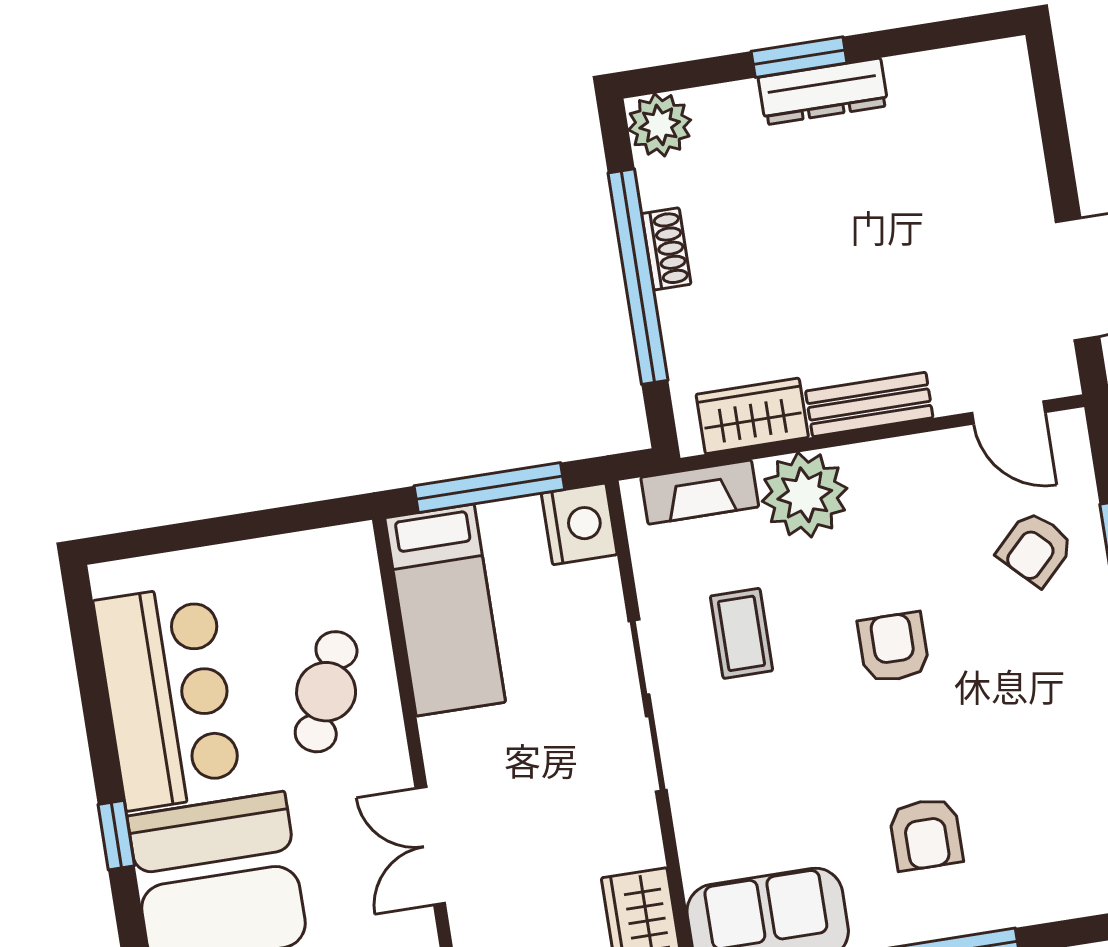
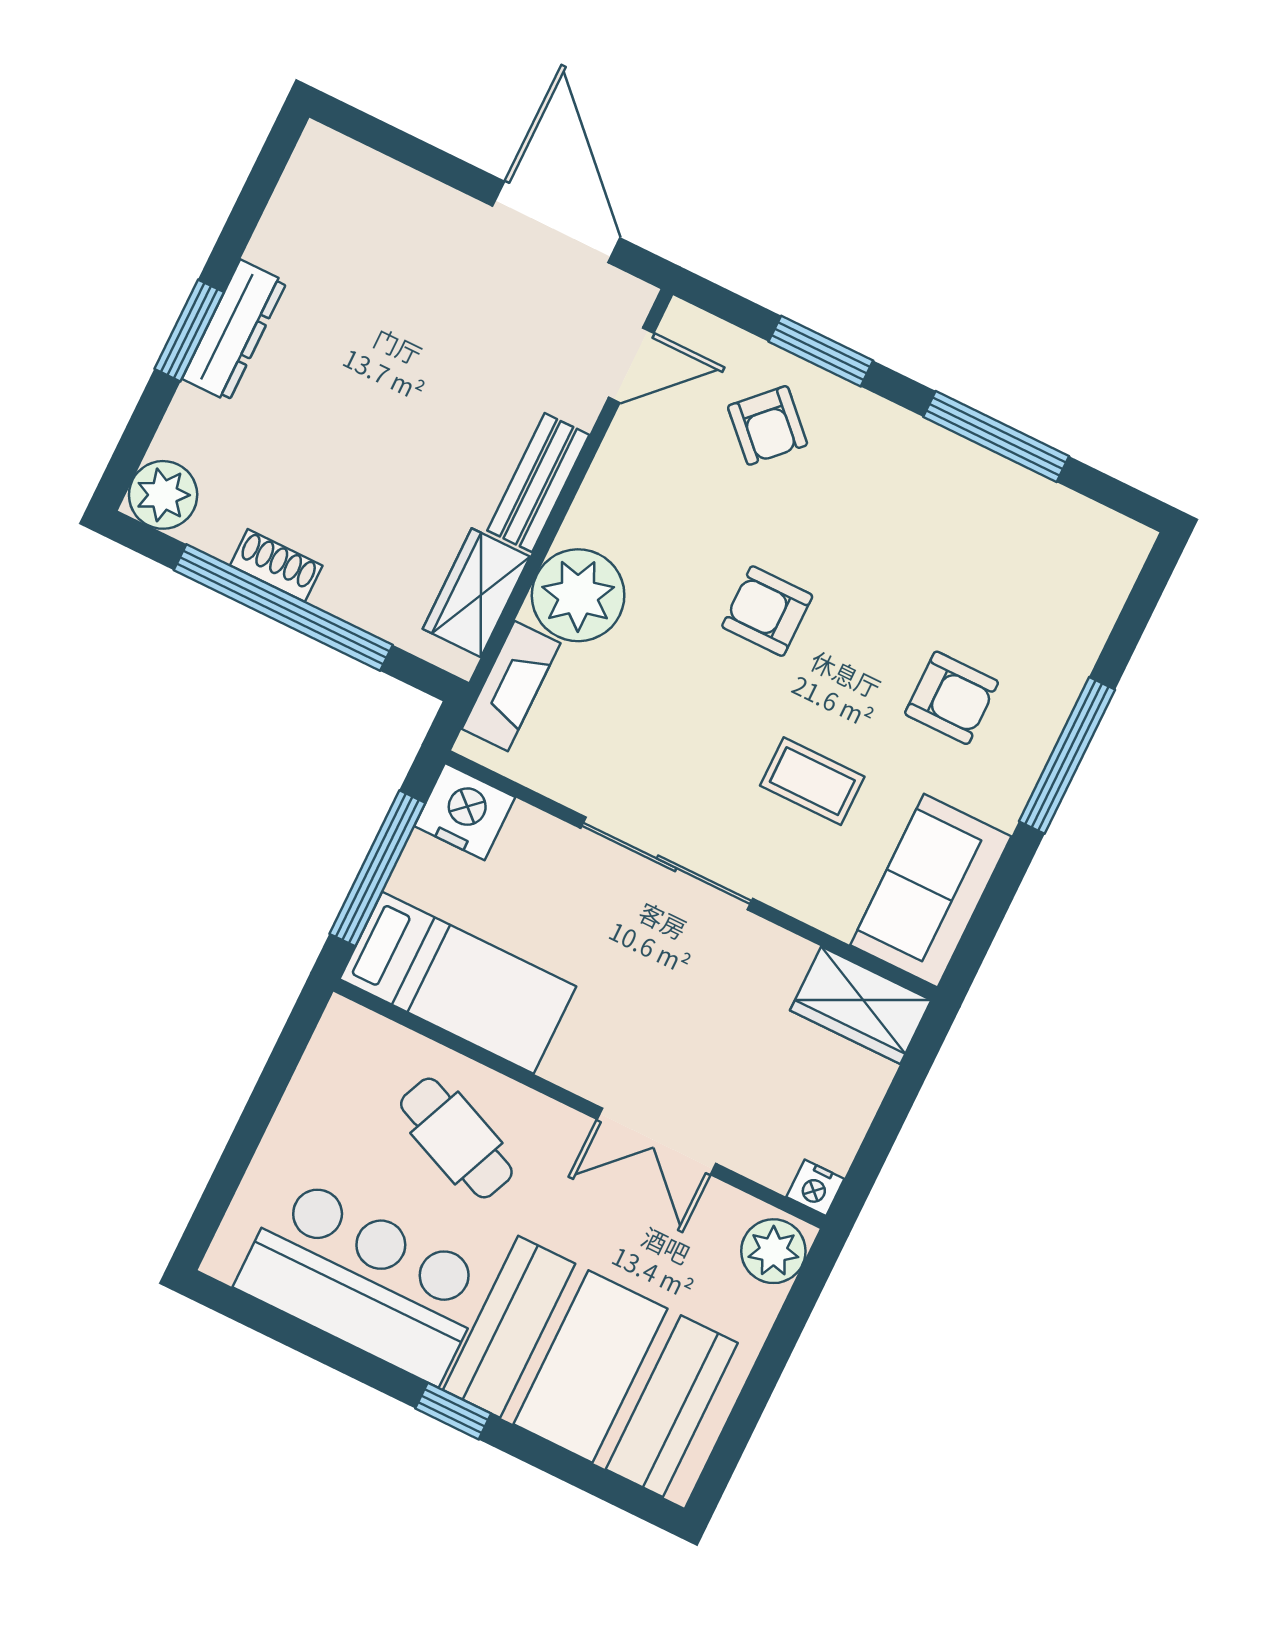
coffee table: (741, 633) -> (812, 781), moved

